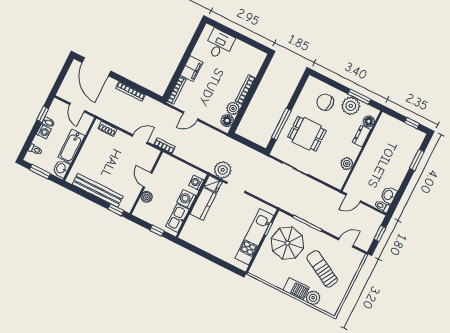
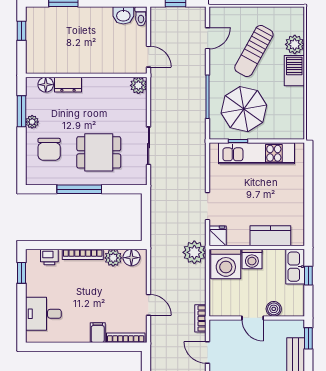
window: (253, 43) -> (21, 273), added
printer: (255, 67) -> (49, 257), added
filing cabinet: (192, 69) -> (98, 333), width x0.50
plant: (351, 106) -> (32, 122), width x0.53, depth x0.53
window: (281, 124) -> (79, 189), moved
dining table: (307, 134) -> (99, 152), turned 90
plant: (347, 164) -> (138, 85), moved
plant: (223, 170) -> (194, 252), moved
door: (148, 180) -> (253, 318), hinge flipped
washing machine: (196, 183) -> (226, 264), width x1.89, depth x1.89
kitchen counter: (203, 204) -> (270, 236), moved
kitchen sink: (177, 218) -> (295, 267), moved, turned 90
door: (346, 243) -> (208, 38), swing flipped

